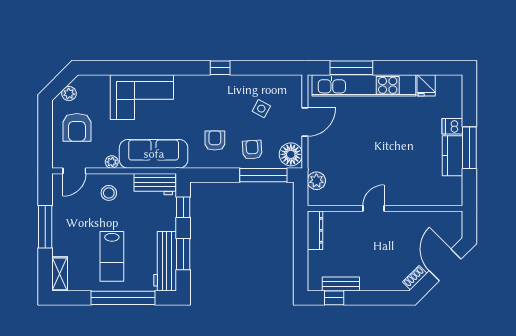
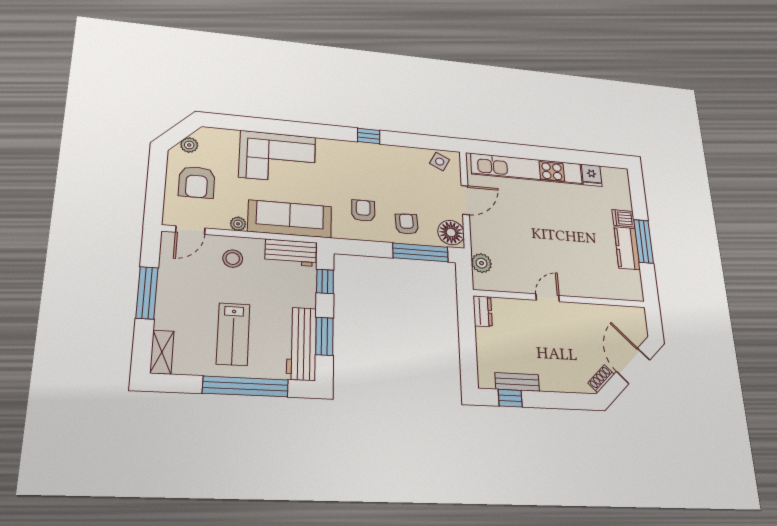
window: (351, 68) -> (512, 150), removed
side table: (261, 109) -> (440, 162), moved
dresser: (315, 230) -> (483, 311), width x0.70

